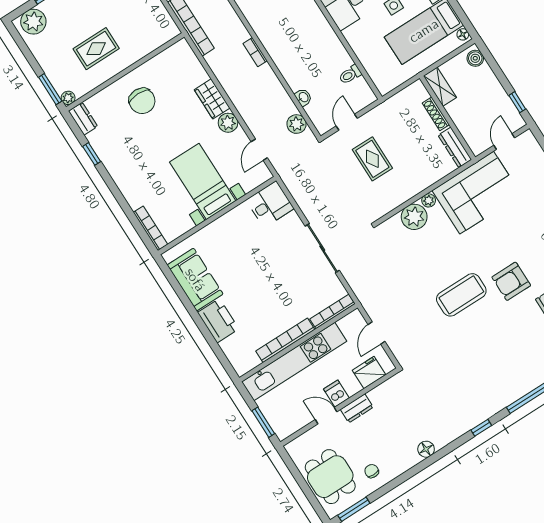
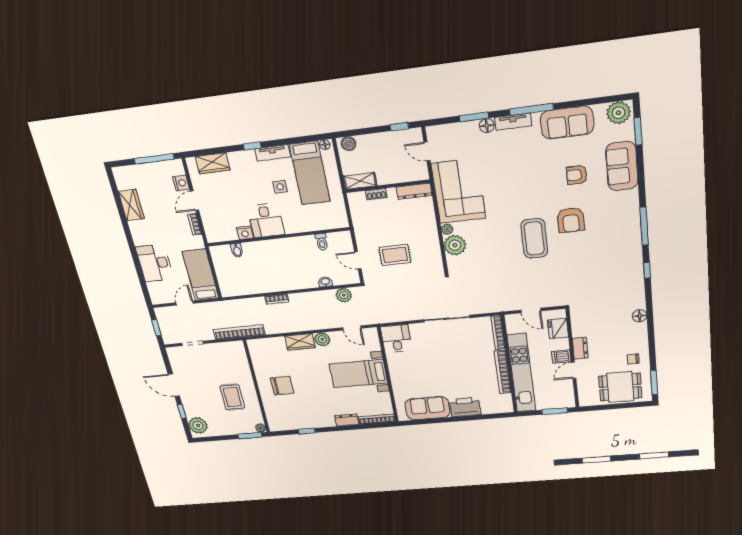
shoe rack: (436, 114) -> (376, 194), width x0.70
dresser: (83, 119) -> (347, 420), moved
armchair: (511, 281) -> (571, 220), moved

